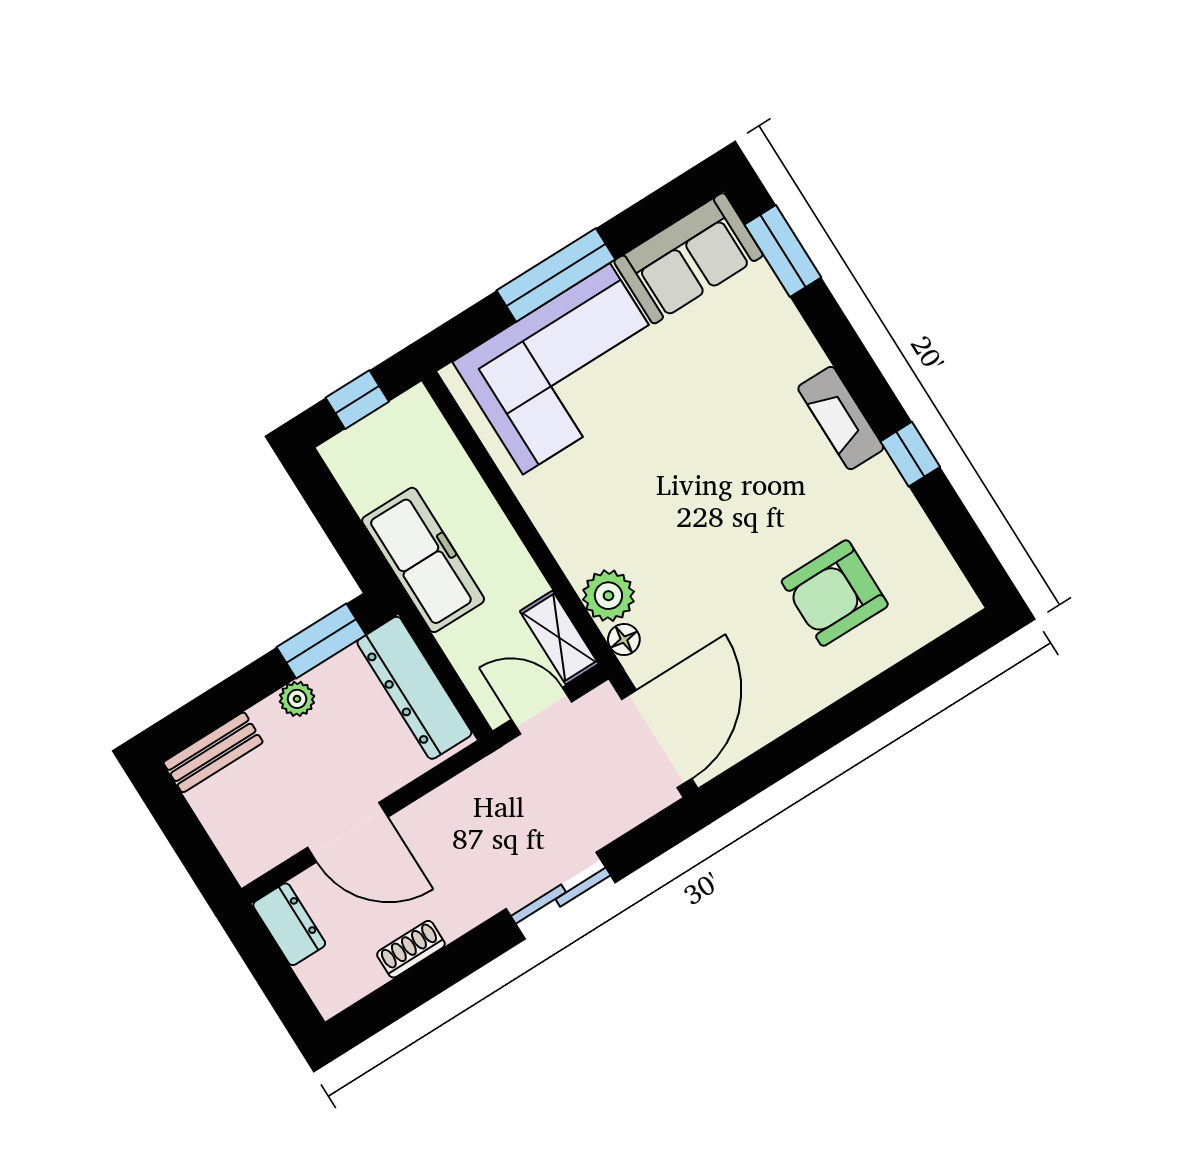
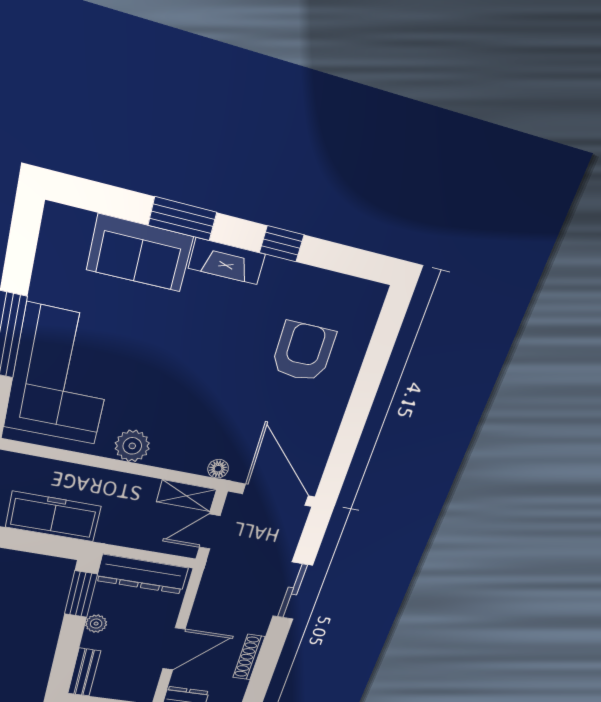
window: (783, 251) -> (182, 219), moved
sofa: (688, 258) -> (140, 253), moved, turned 90
freezer: (423, 560) -> (53, 517), moved
armchair: (835, 593) -> (303, 352), turned 180
plant: (608, 596) -> (132, 446), moved
shoe rack: (411, 949) -> (249, 657), width x1.43

